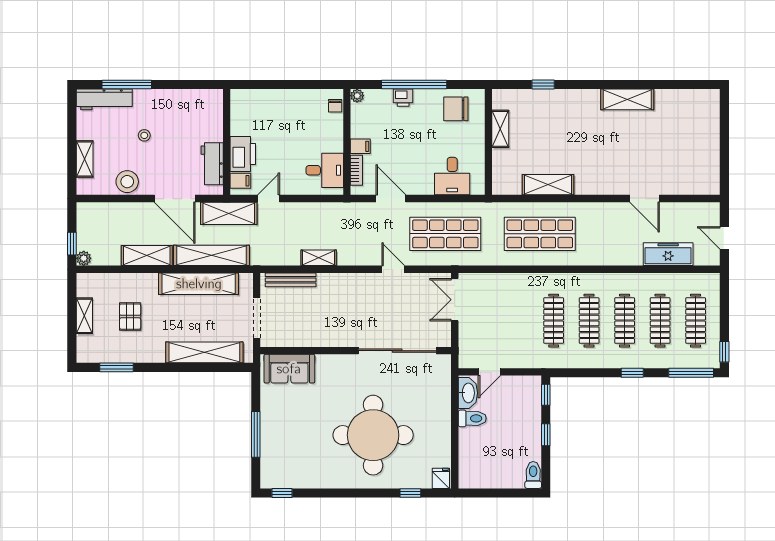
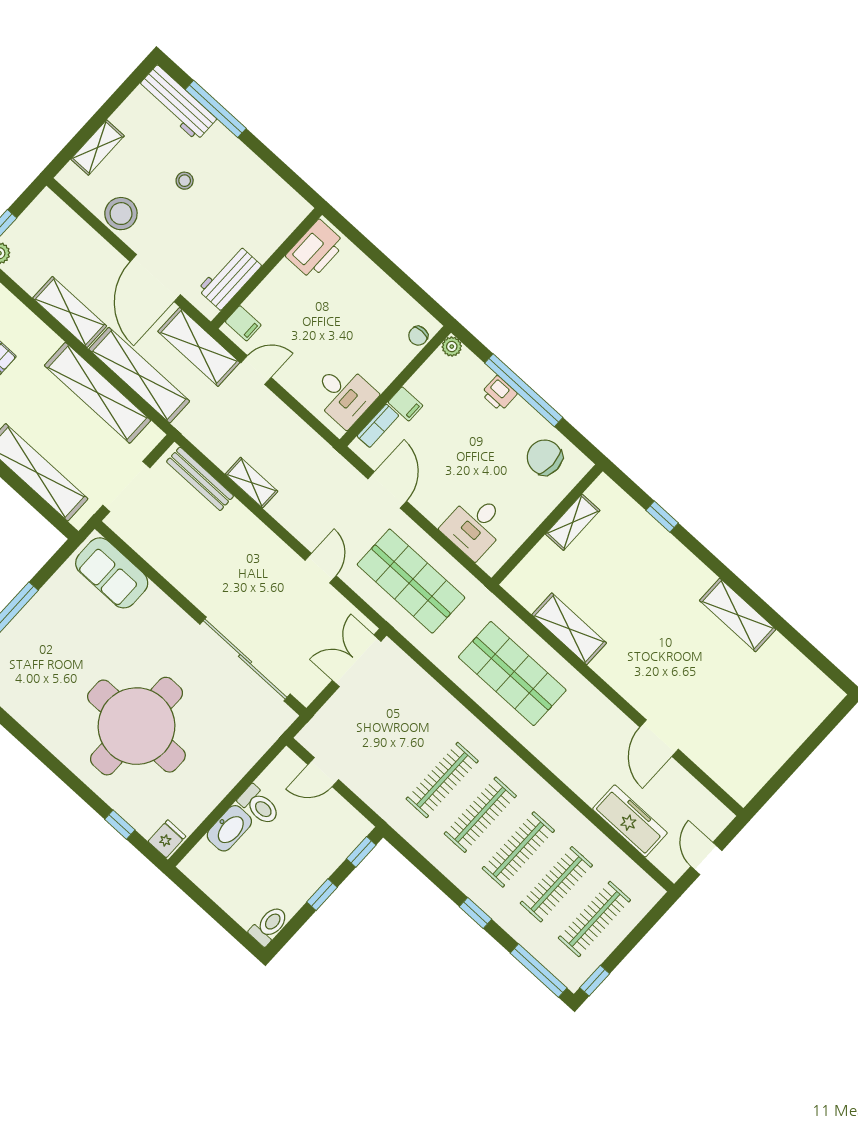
printer: (243, 154) -> (315, 249), moved
washbasin: (468, 393) -> (229, 828), moved

